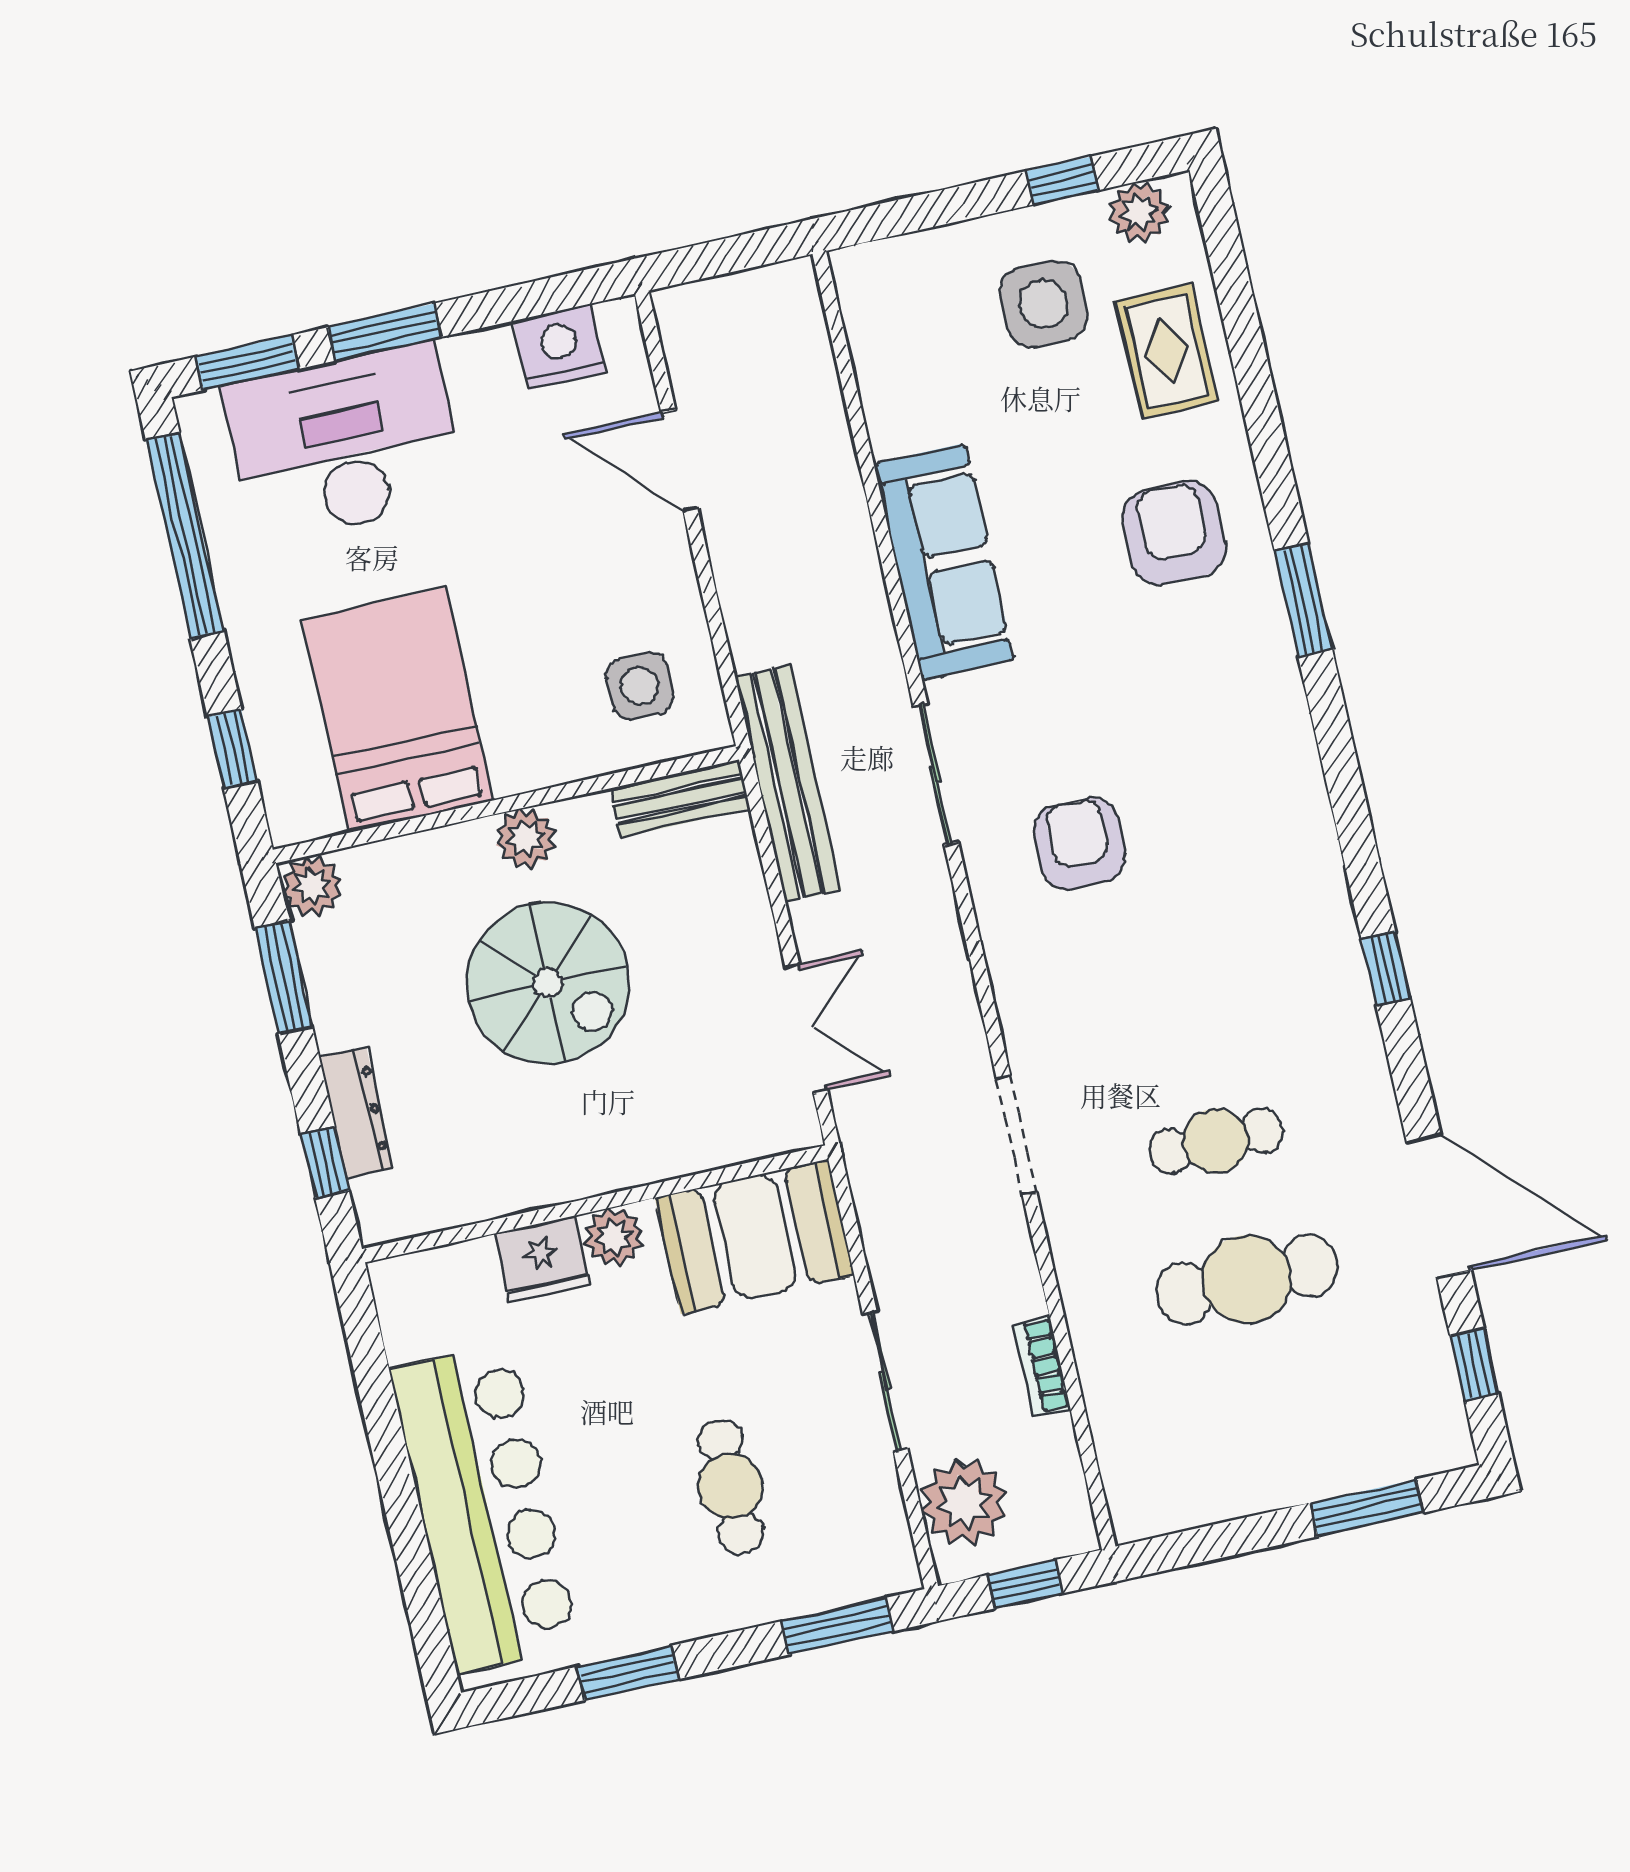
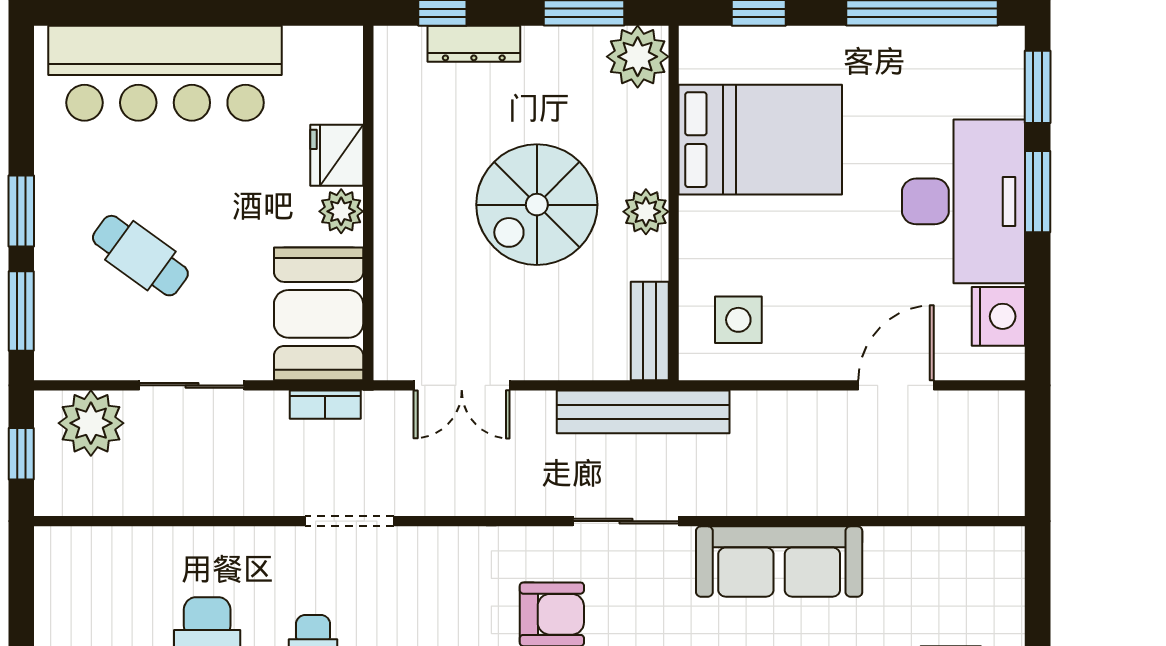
desk: (345, 443) -> (963, 201), moved
plant: (312, 886) -> (638, 57), width x1.36, depth x1.36
bookcase: (1042, 1366) -> (325, 405), moved, turned 180
cafe table: (731, 1486) -> (140, 256), turned 36
window: (628, 1673) -> (21, 211), moved

